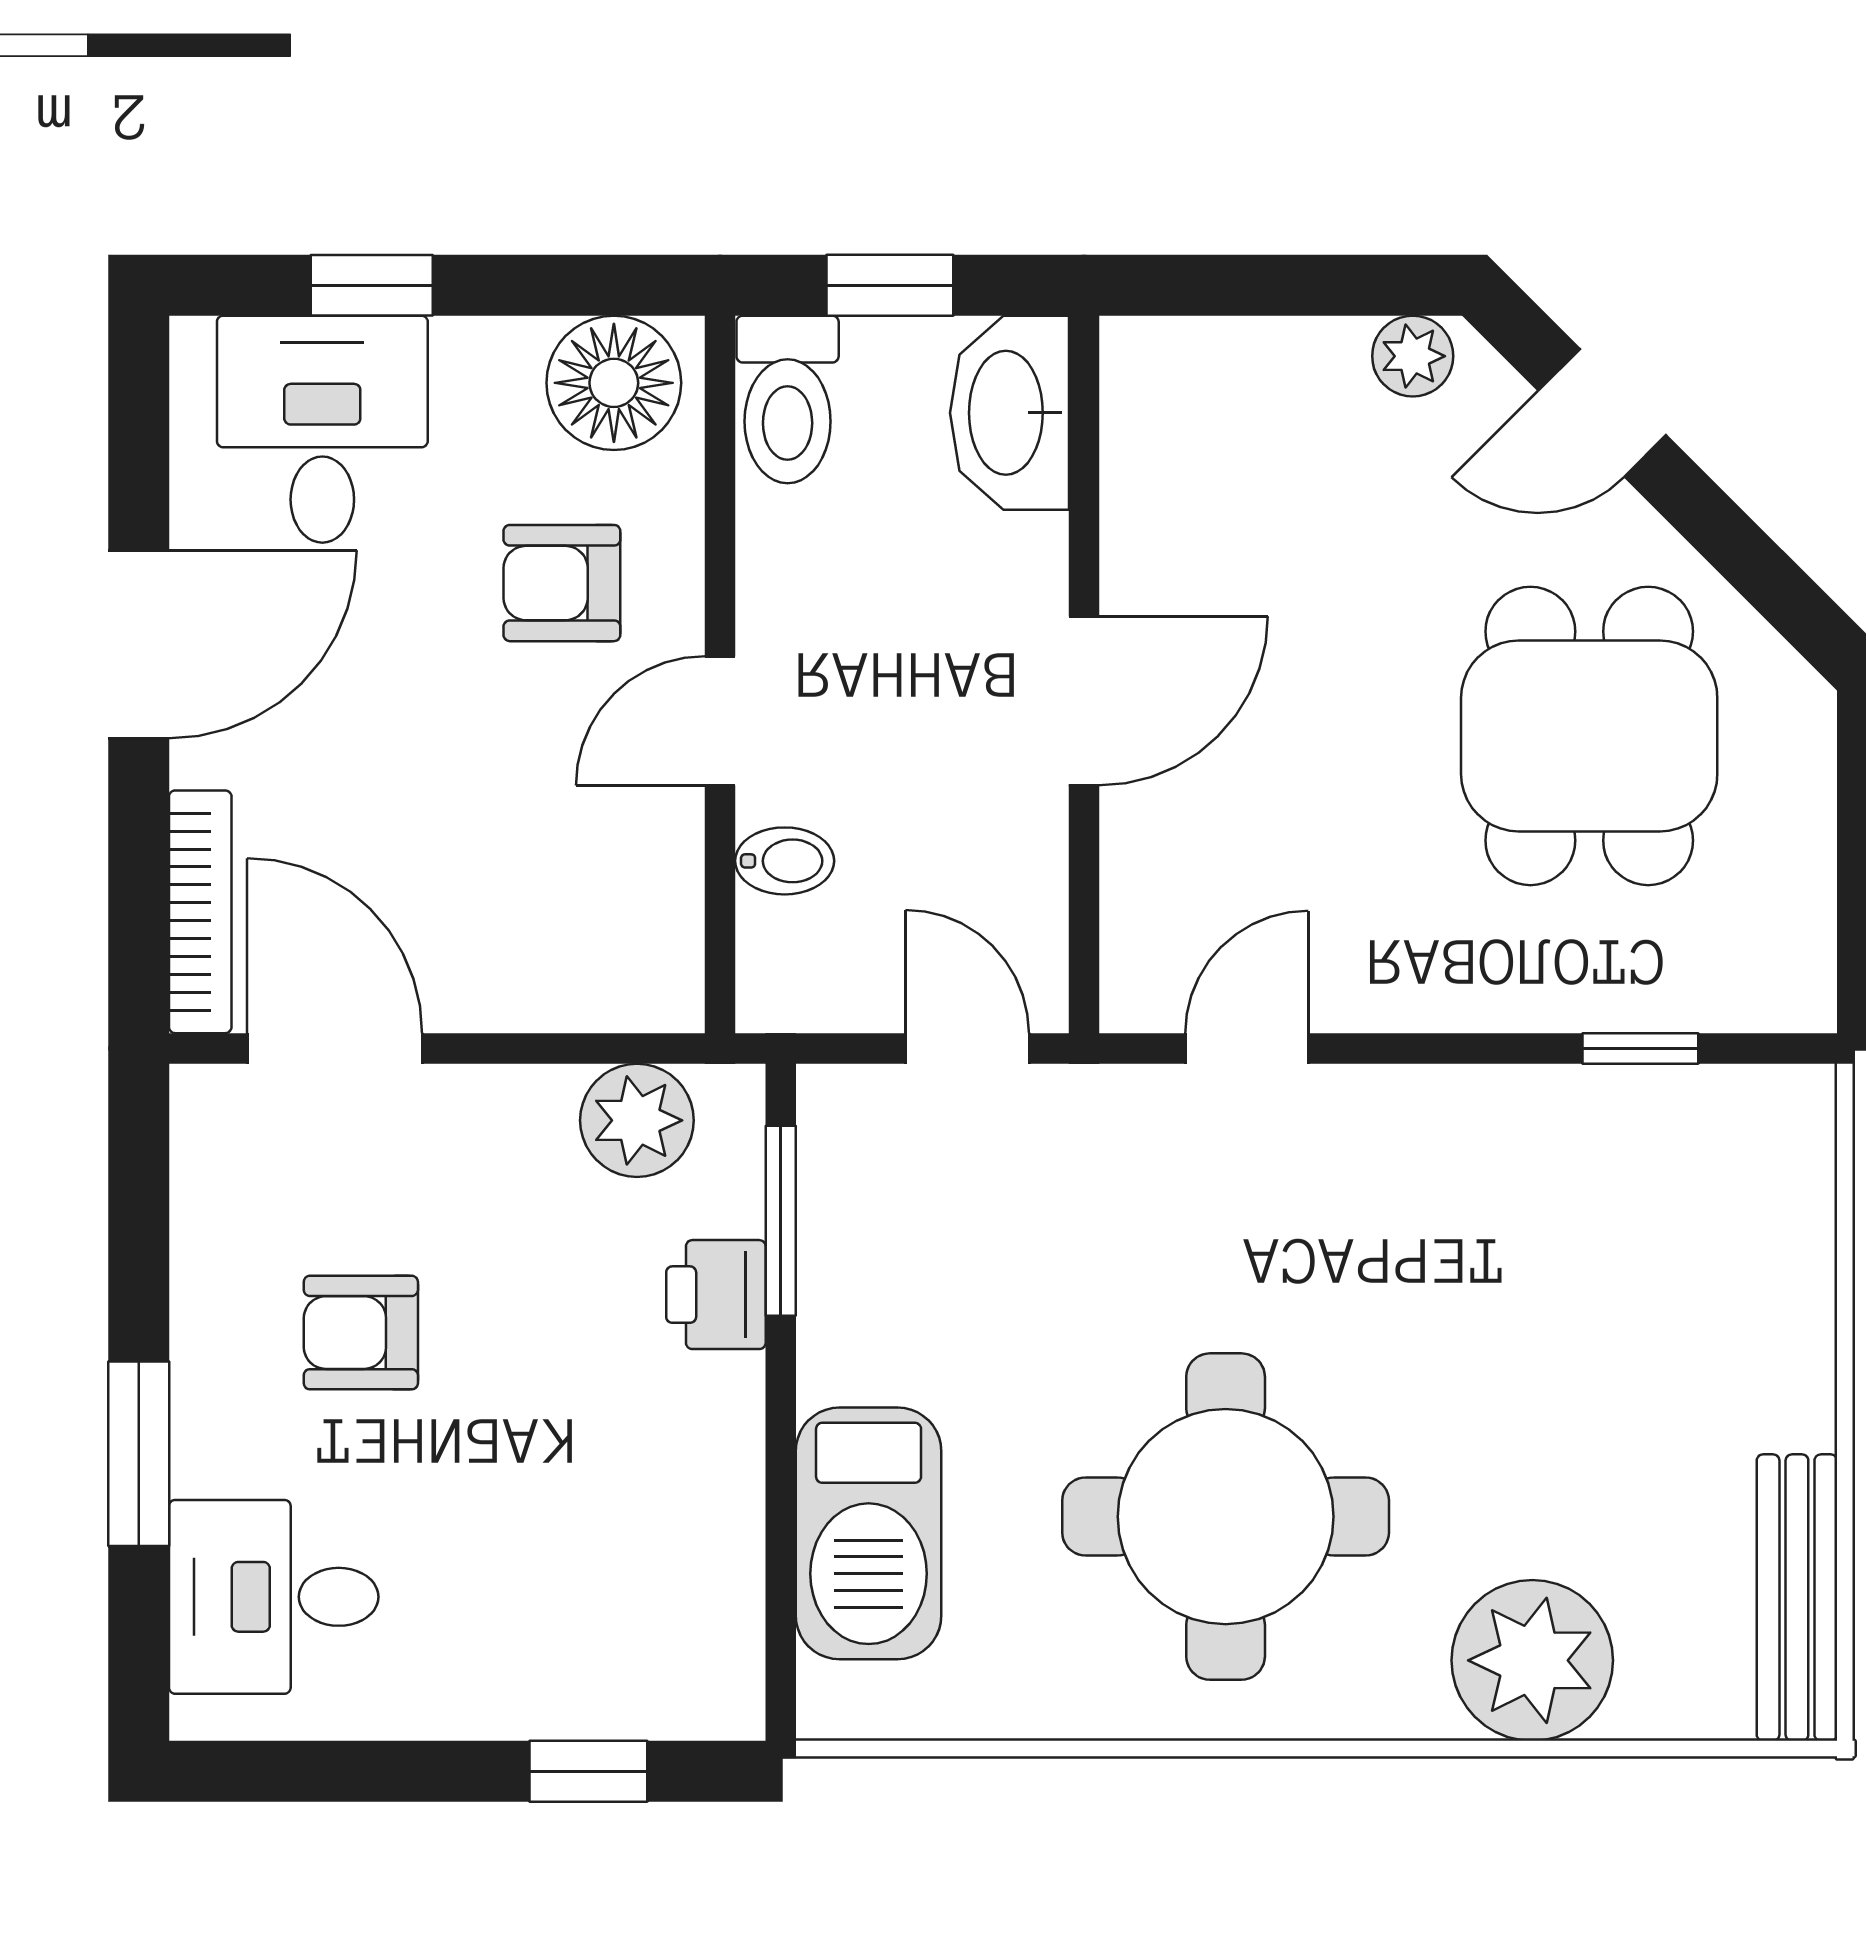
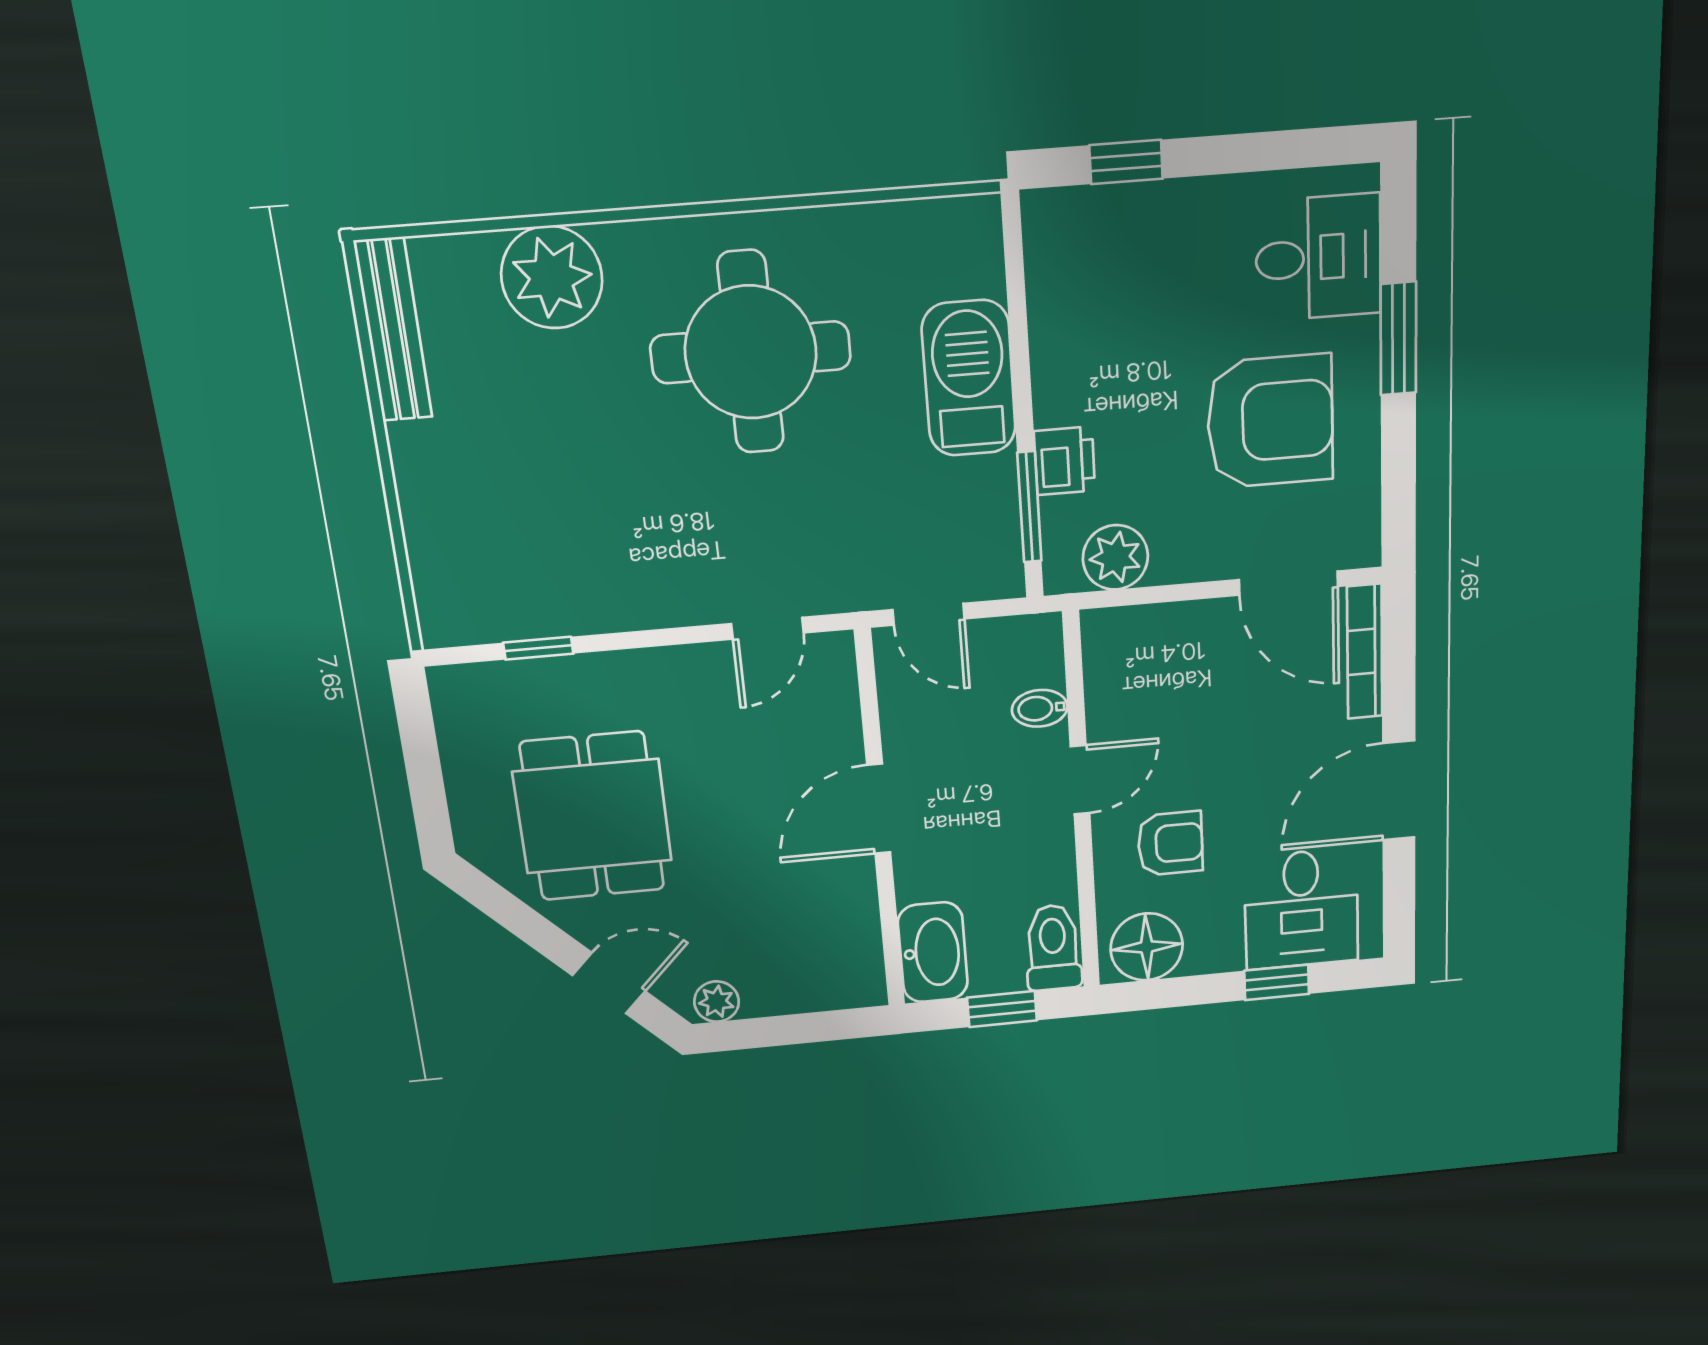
armchair: (361, 1333) -> (1270, 421), width x1.88, depth x1.88
barbecue: (869, 1533) -> (969, 378), moved

